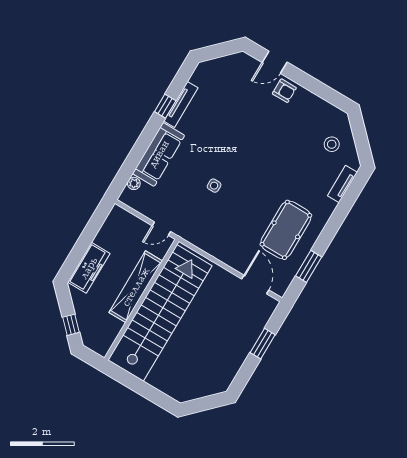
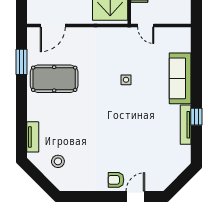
plant: (134, 183) -> (186, 46), removed
door: (161, 229) -> (146, 25), swing flipped
pool table: (286, 230) -> (54, 79), turned 90
door: (255, 284) -> (53, 25), hinge flipped

